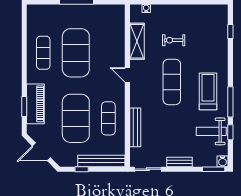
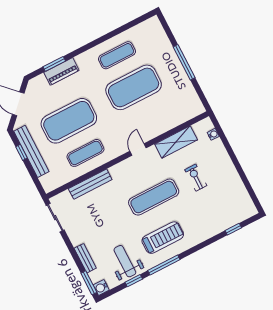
piano: (35, 104) -> (61, 71), width x0.73, depth x0.75
bench: (101, 161) -> (31, 151), moved
bench: (179, 162) -> (85, 258), moved

